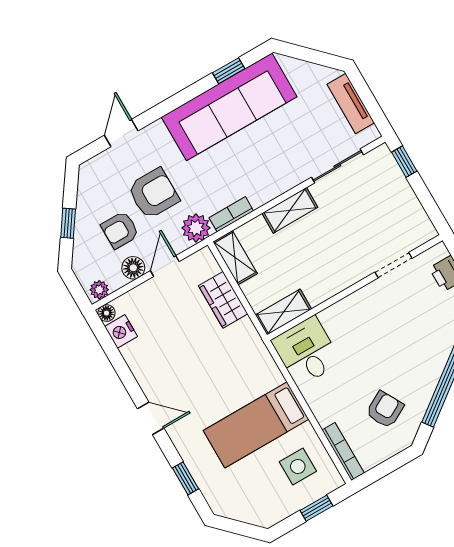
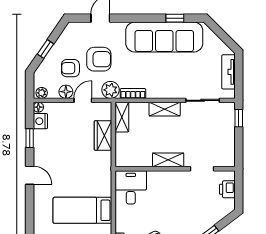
shelving: (283, 312) -> (168, 160), moved
window: (185, 478) -> (30, 138), moved

